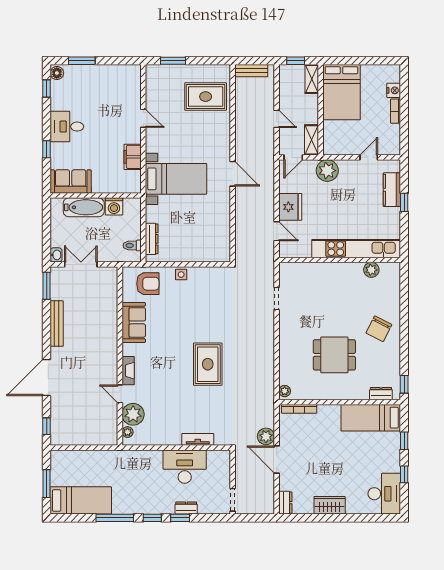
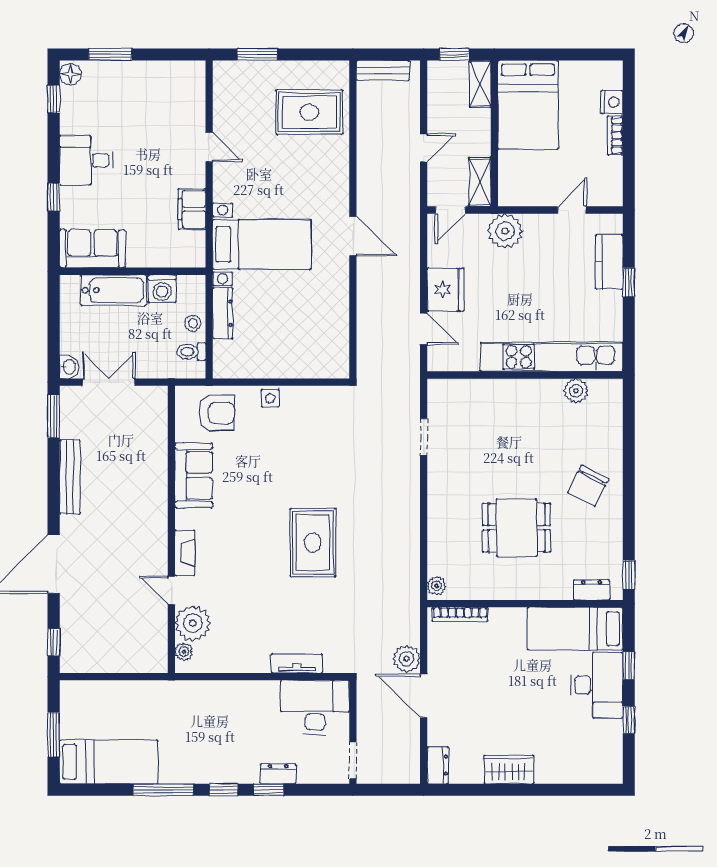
door: (277, 119) -> (424, 148), hinge flipped
stool: (133, 228) -> (193, 323), added
dresser: (152, 239) -> (223, 313), moved
desk: (185, 467) -> (315, 707), moved
desk: (384, 494) -> (597, 685), moved

